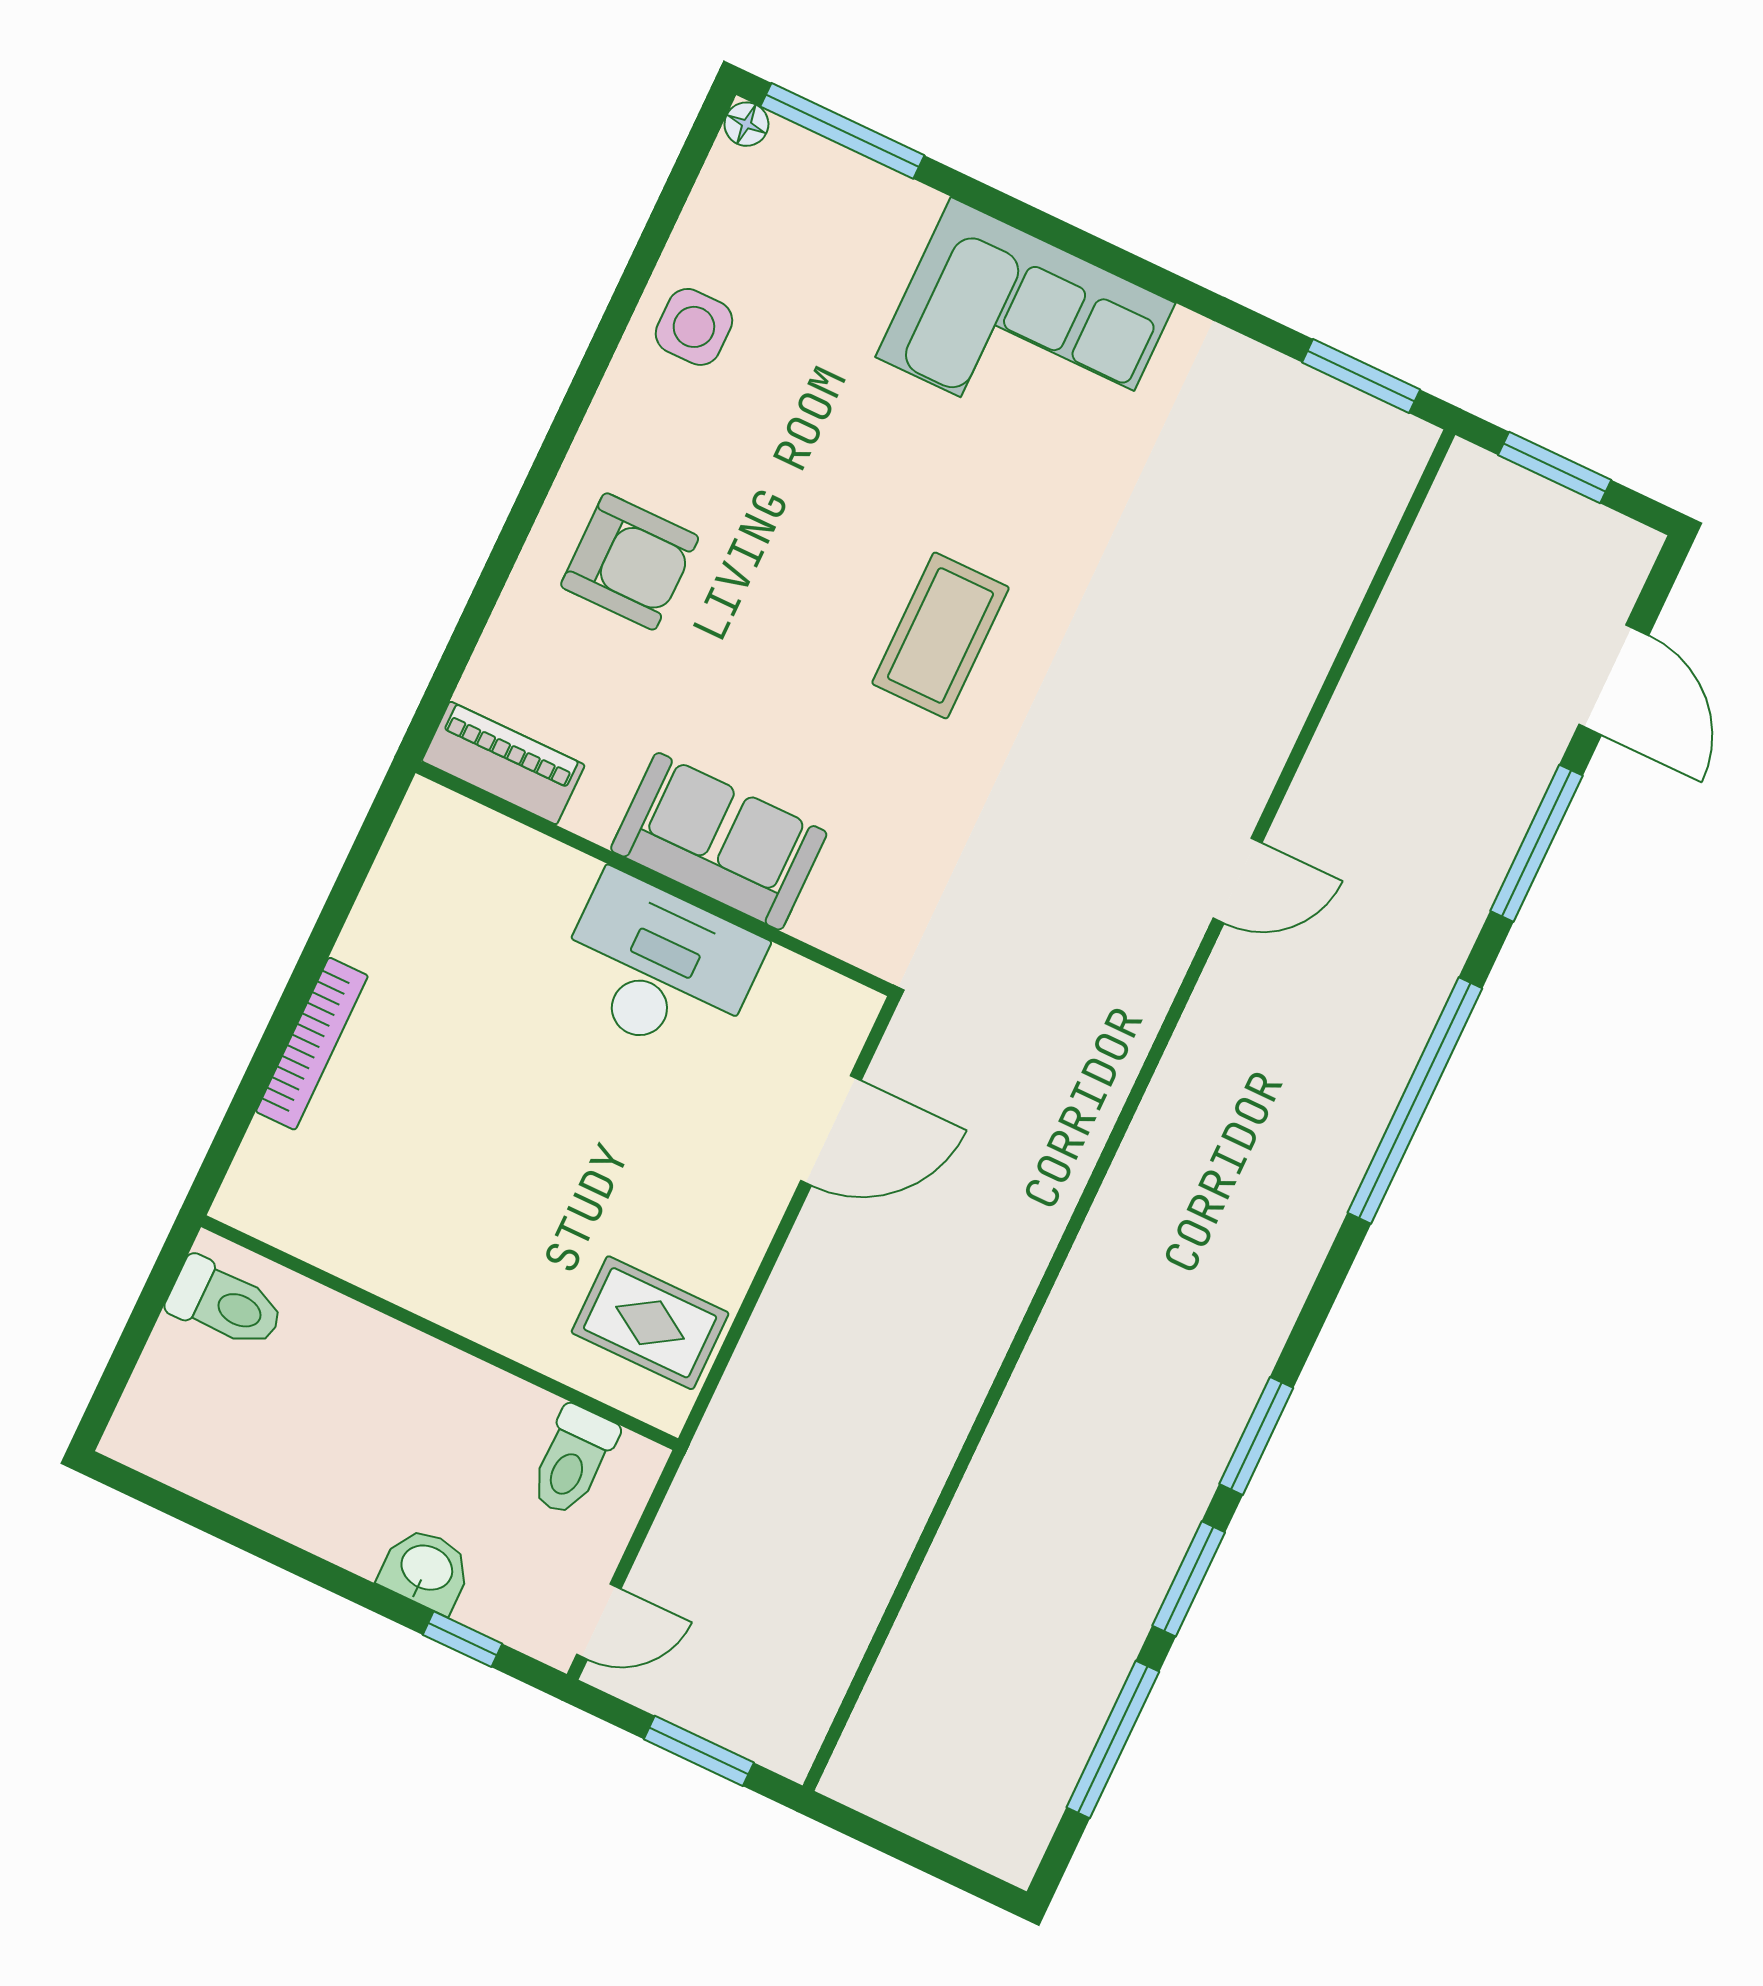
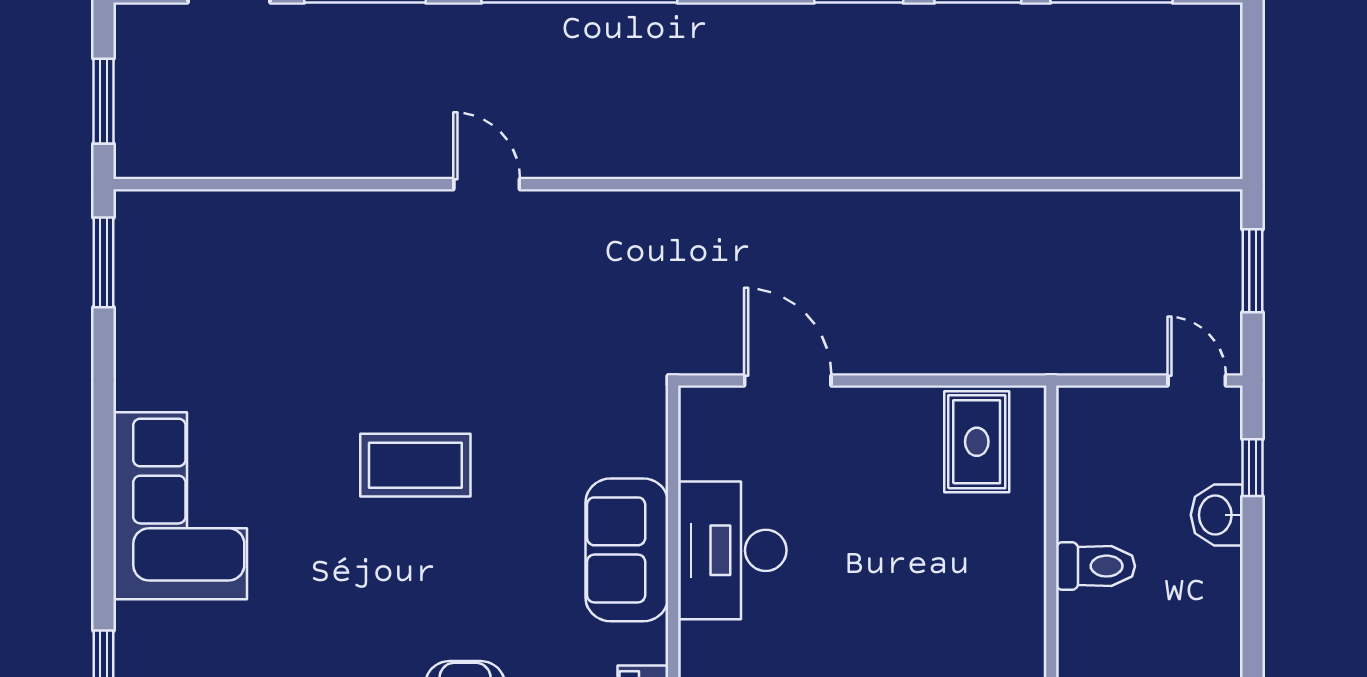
toilet: (573, 1461) -> (1096, 566), moved

